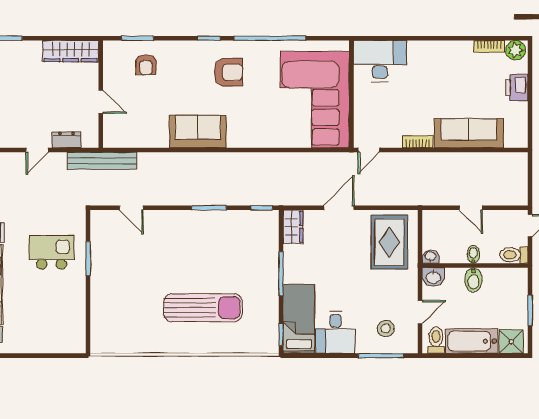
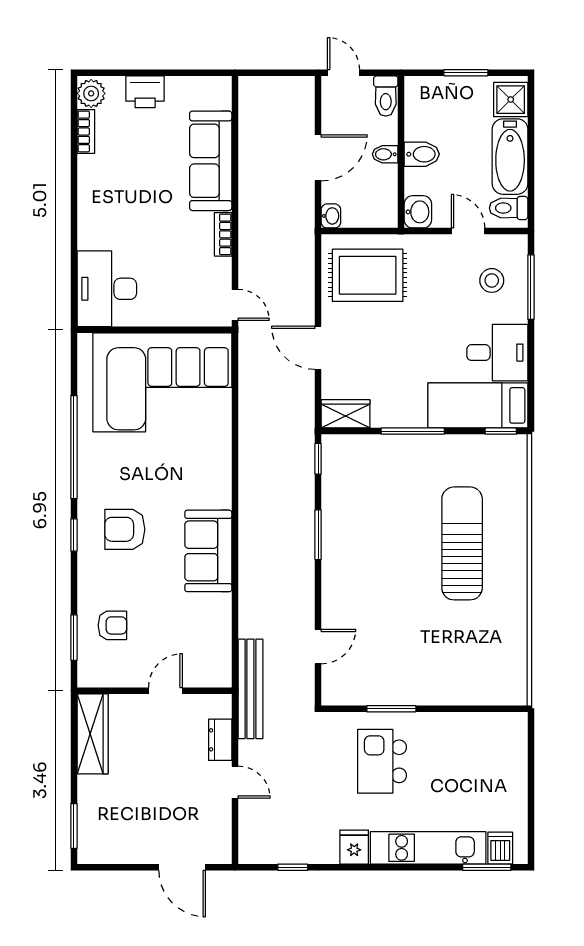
armchair: (228, 72) -> (125, 529), moved, turned -90
door: (471, 208) -> (318, 158), width x1.38
washbasin: (430, 257) -> (331, 216), moved, turned 180

